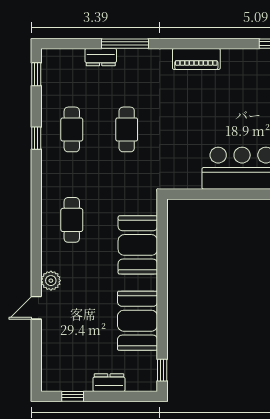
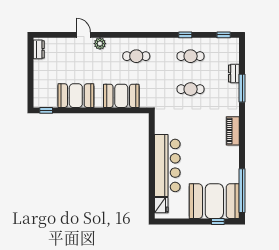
dresser: (109, 383) -> (39, 49), moved
window: (73, 396) -> (30, 57), removed

